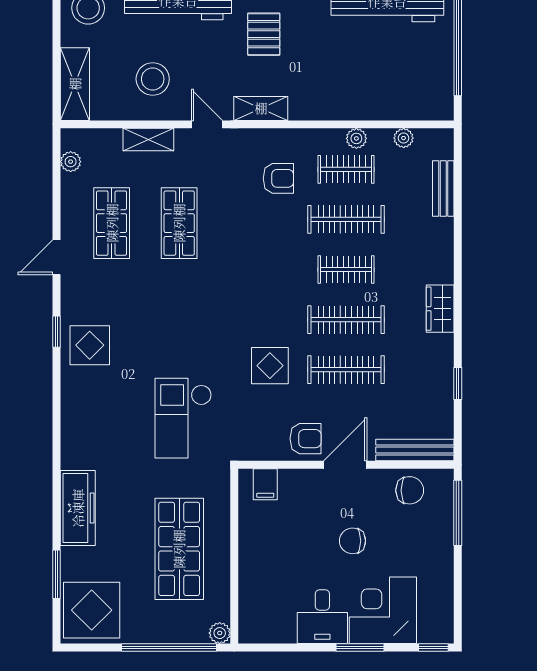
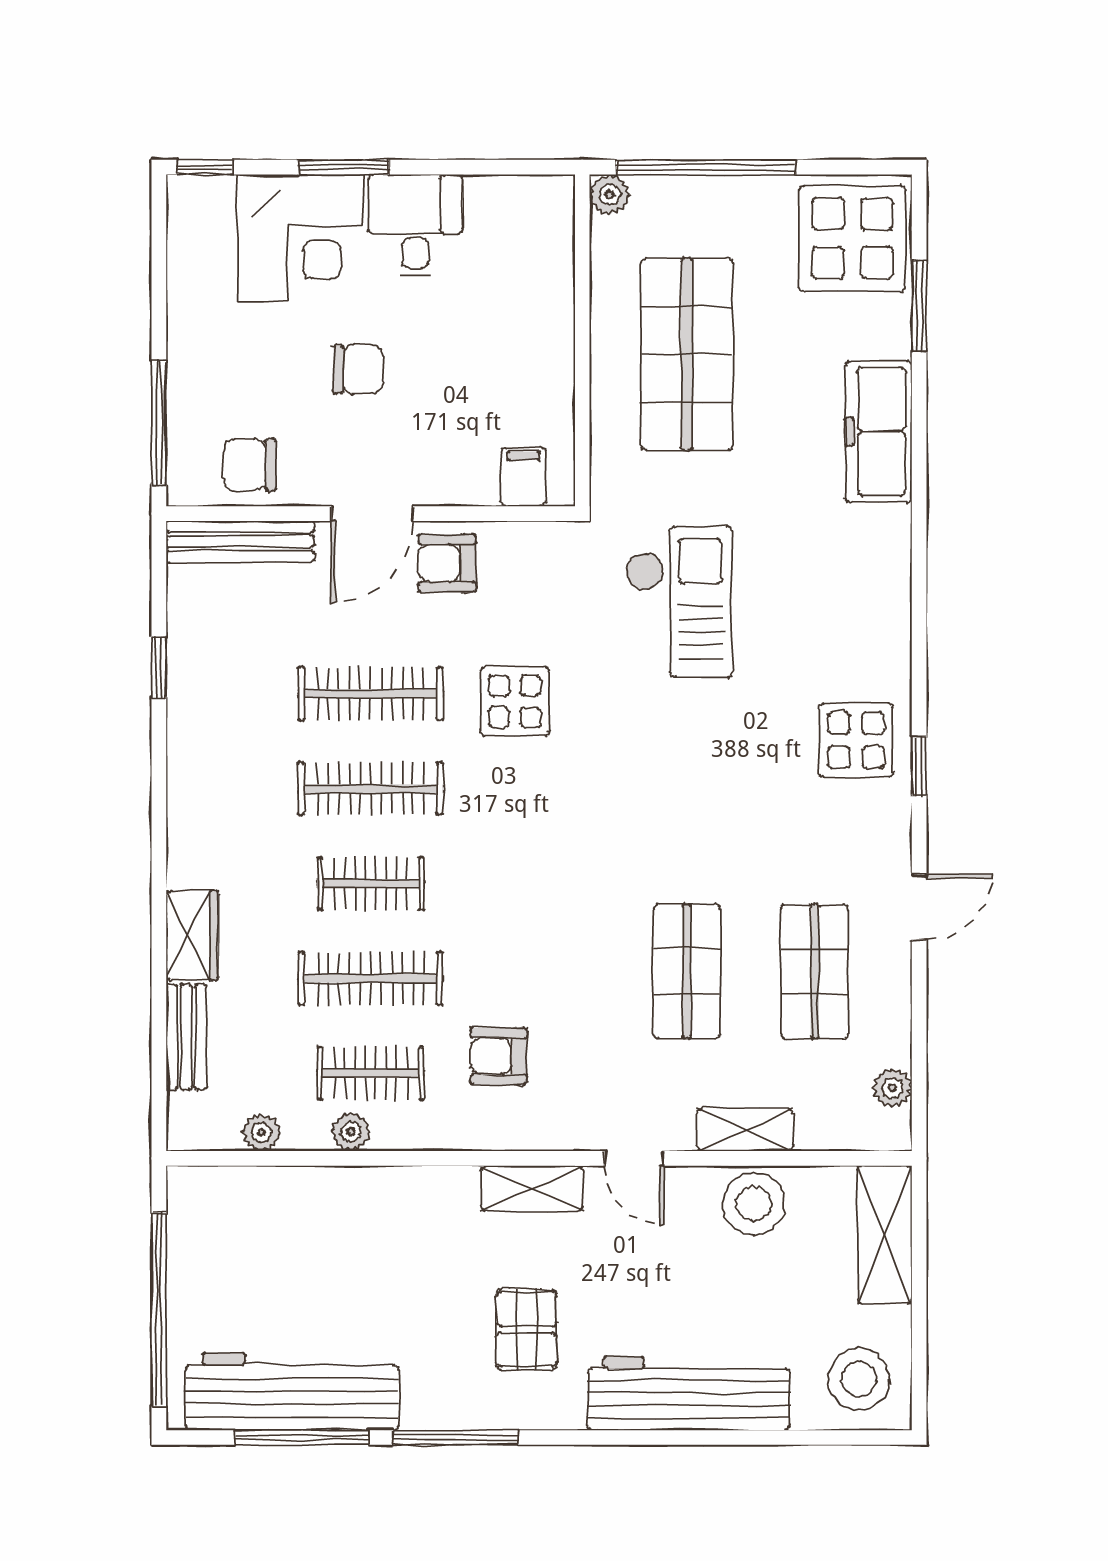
stool: (153, 79) -> (754, 1204), moved
wardrobe: (440, 309) -> (192, 935), moved

